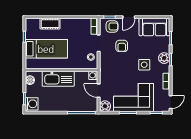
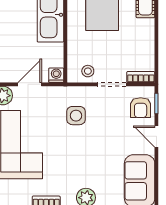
armchair: (122, 46) -> (107, 124), removed
side table: (144, 65) -> (76, 116), moved

